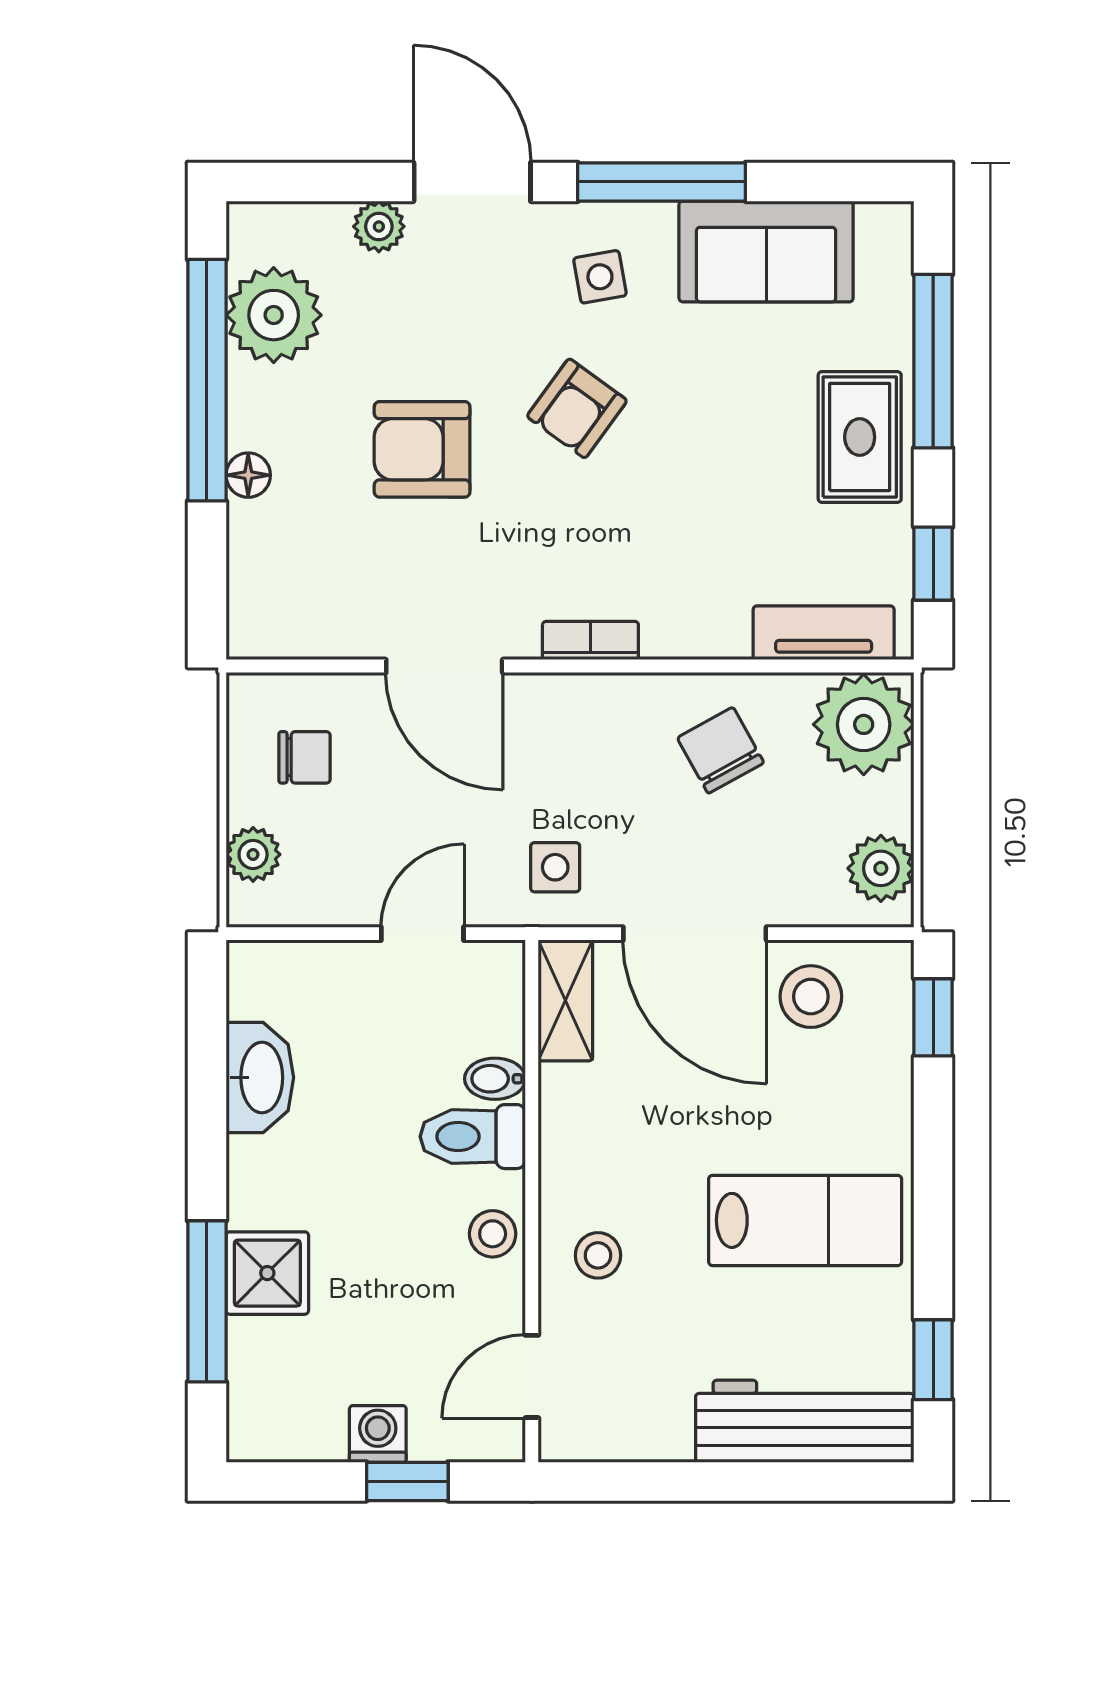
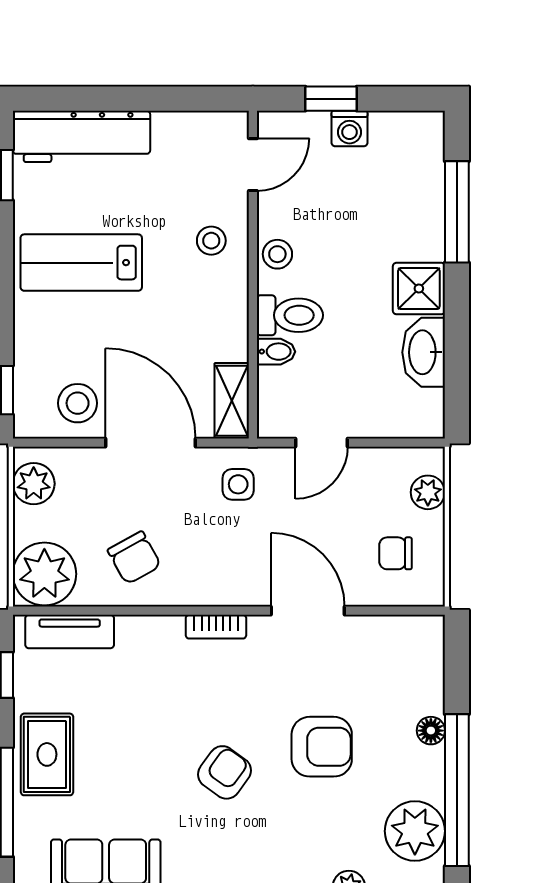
side table: (600, 277) -> (210, 855), removed
shower: (267, 1273) -> (419, 289), moved

